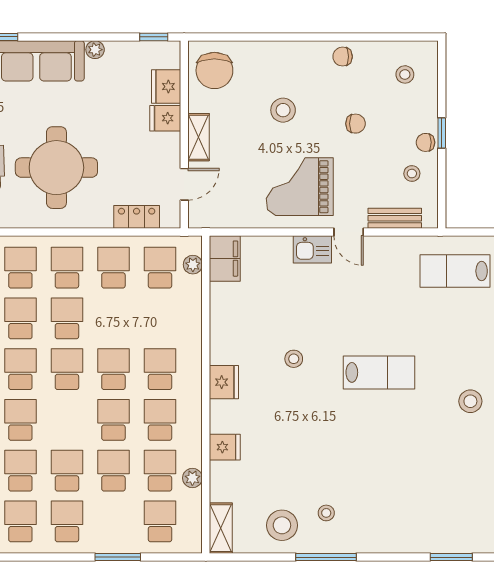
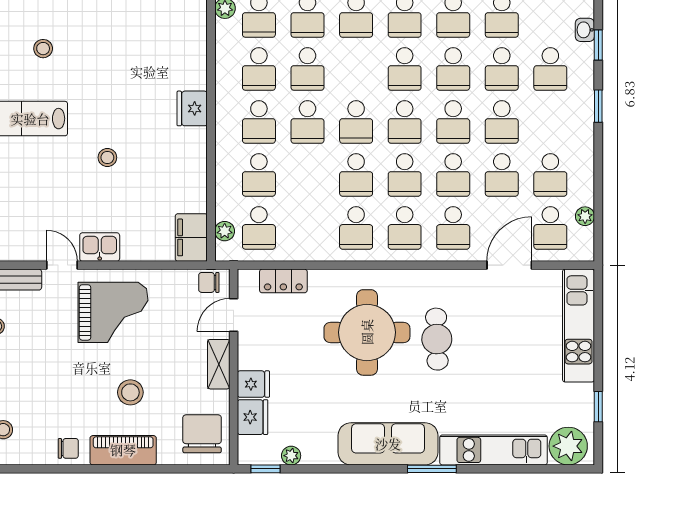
plant: (95, 50) -> (291, 456), moved
piano: (290, 55) -> (123, 450), added
chair: (356, 124) -> (209, 282), moved
school desk: (113, 268) -> (259, 175), moved
stool: (294, 359) -> (107, 157), moved
stool: (367, 439) -> (43, 49), added
fridge: (225, 447) -> (191, 41), removed

